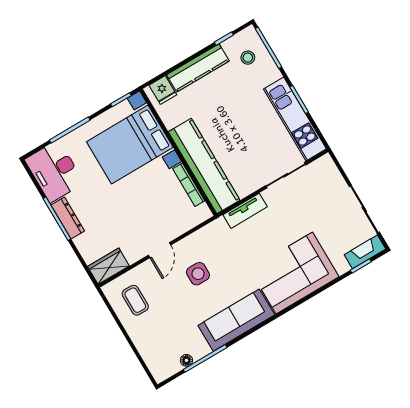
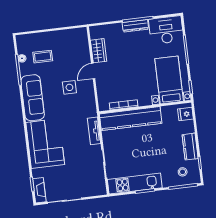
kitchen counter: (198, 68) -> (190, 147), width x0.67
bed with nightstands: (130, 144) -> (169, 80), width x0.73
door: (160, 250) -> (93, 71), hinge flipped
wardrobe: (108, 266) -> (99, 51), moved
coffee table: (135, 300) -> (43, 57), moved

